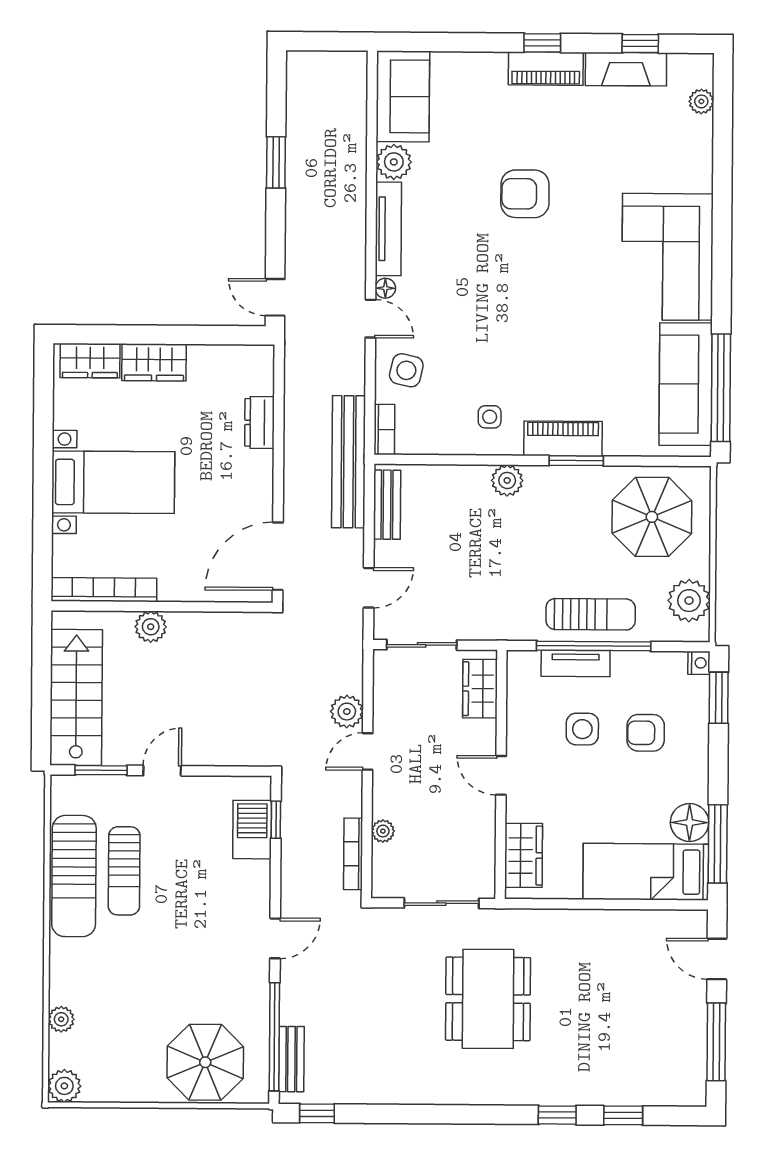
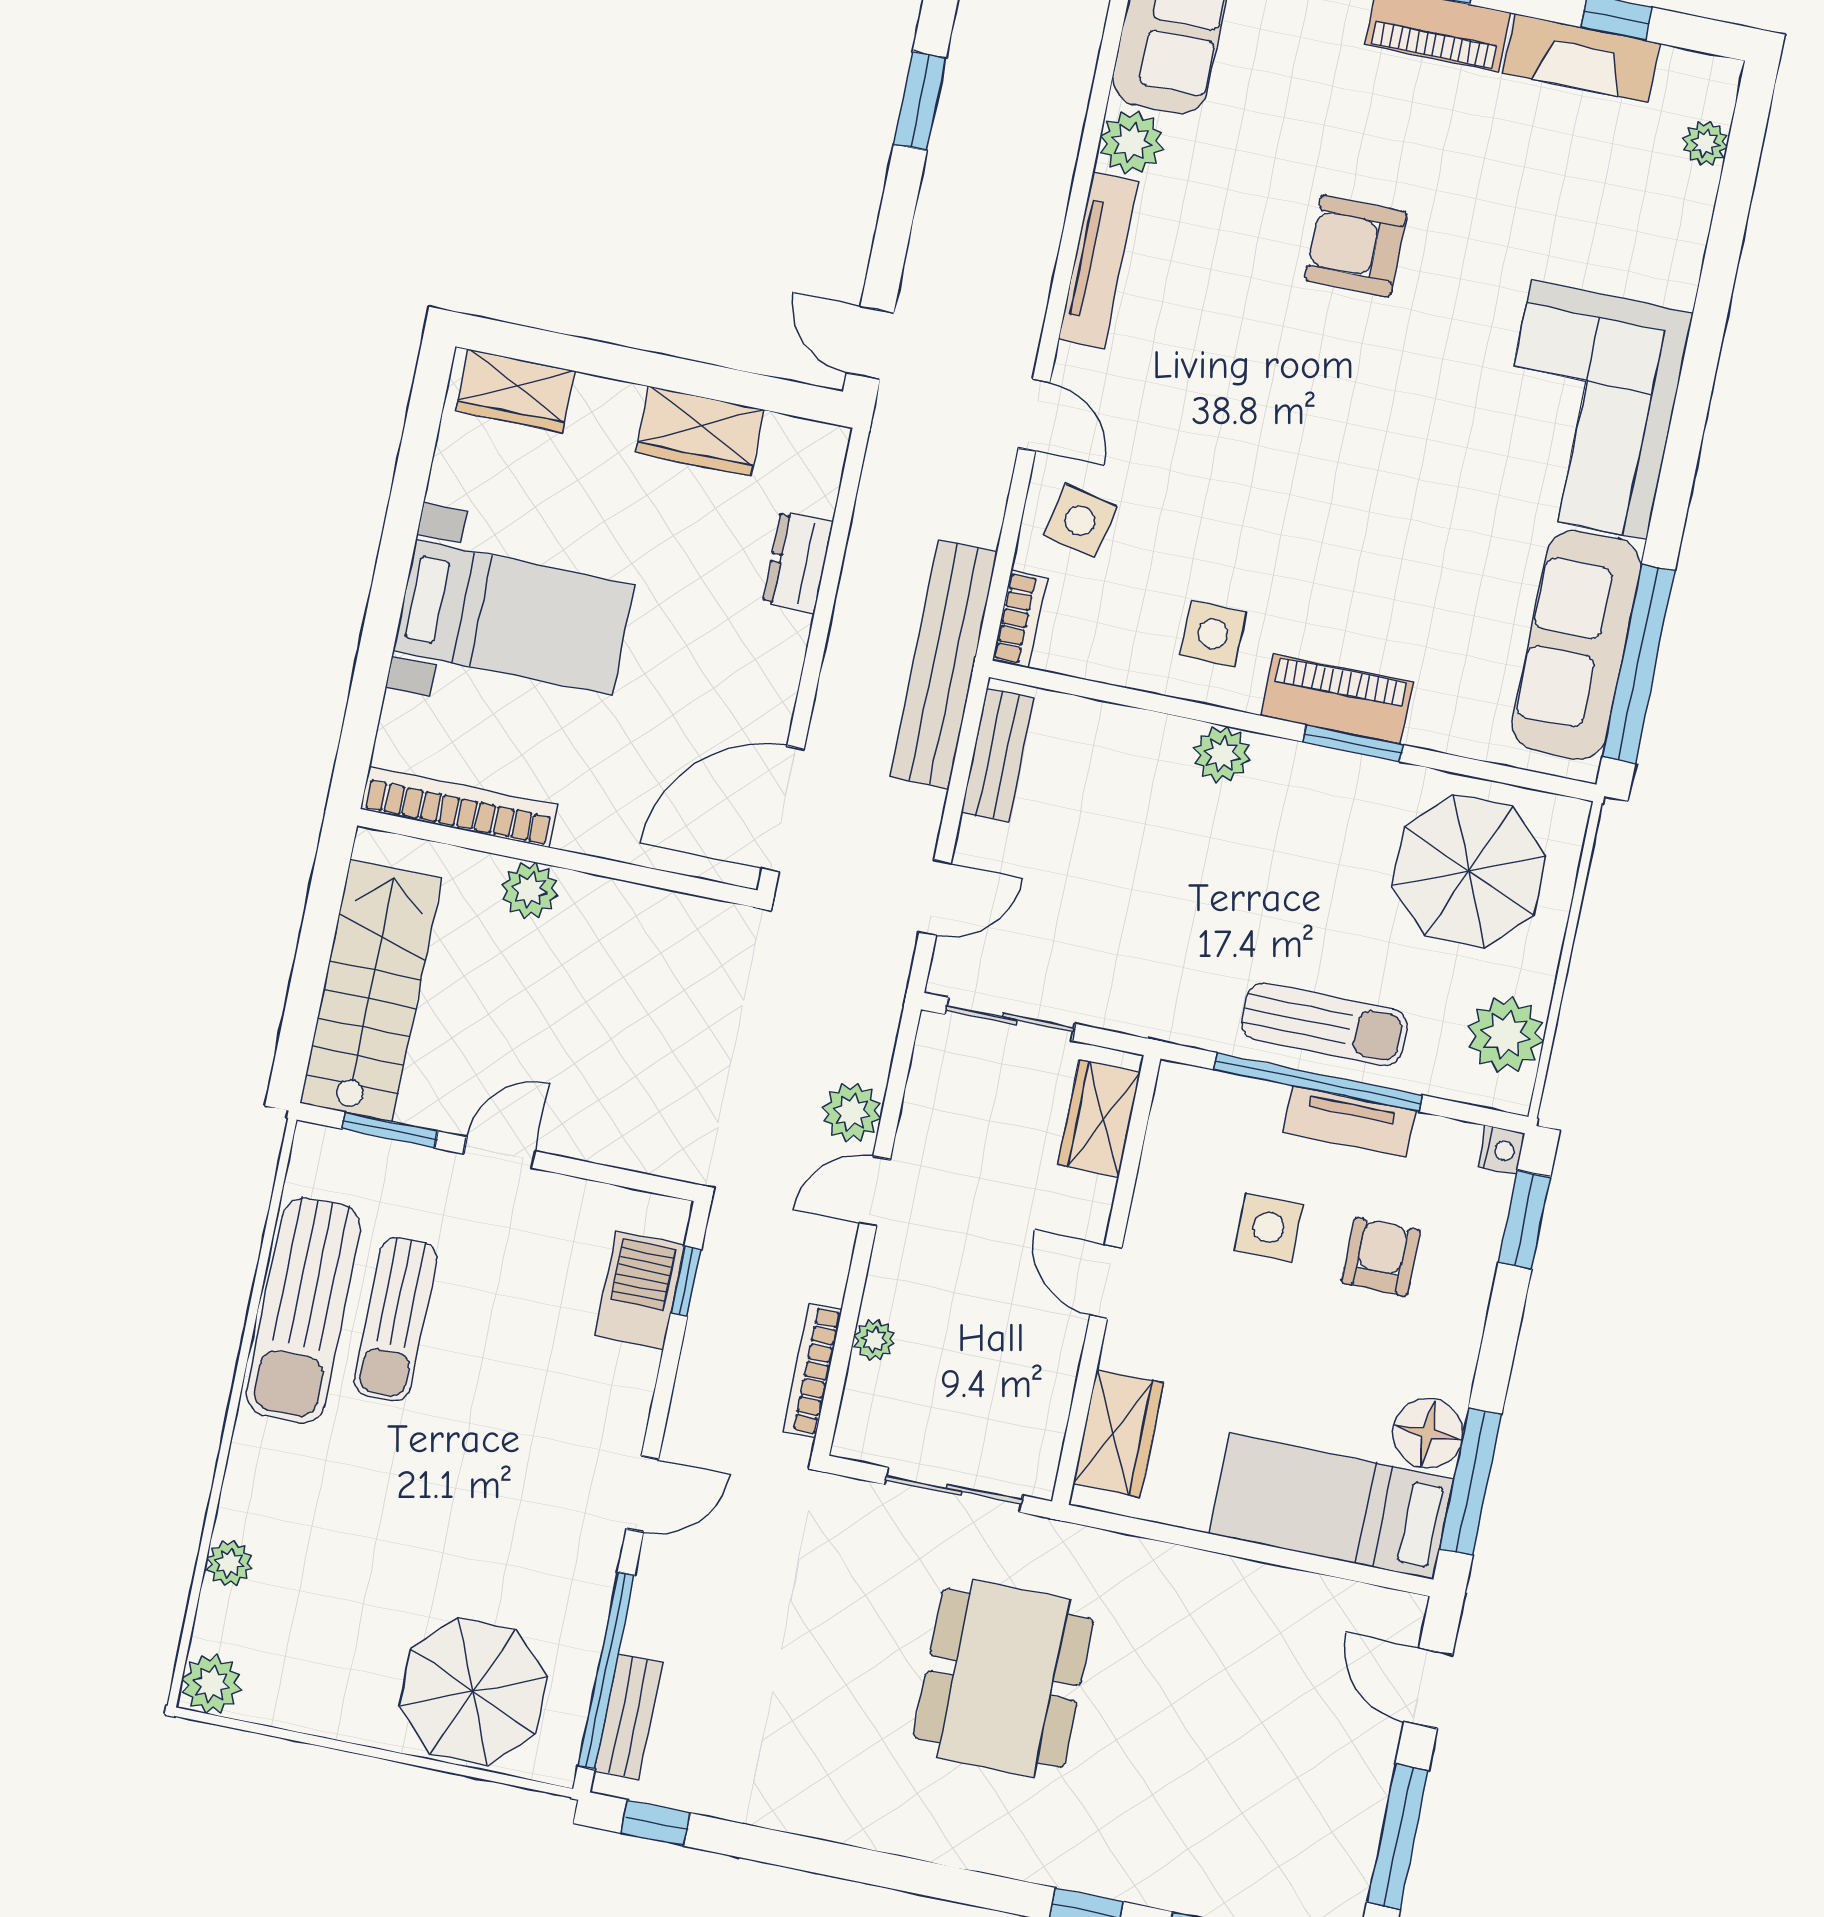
floor lamp: (385, 288) -> (1072, 366), removed
wardrobe: (154, 362) -> (700, 431), moved
side table: (490, 417) -> (1213, 634), width x1.37, depth x1.37
tv unit: (576, 664) -> (1349, 1122), moved
armchair: (646, 733) -> (1381, 1257), turned 90

